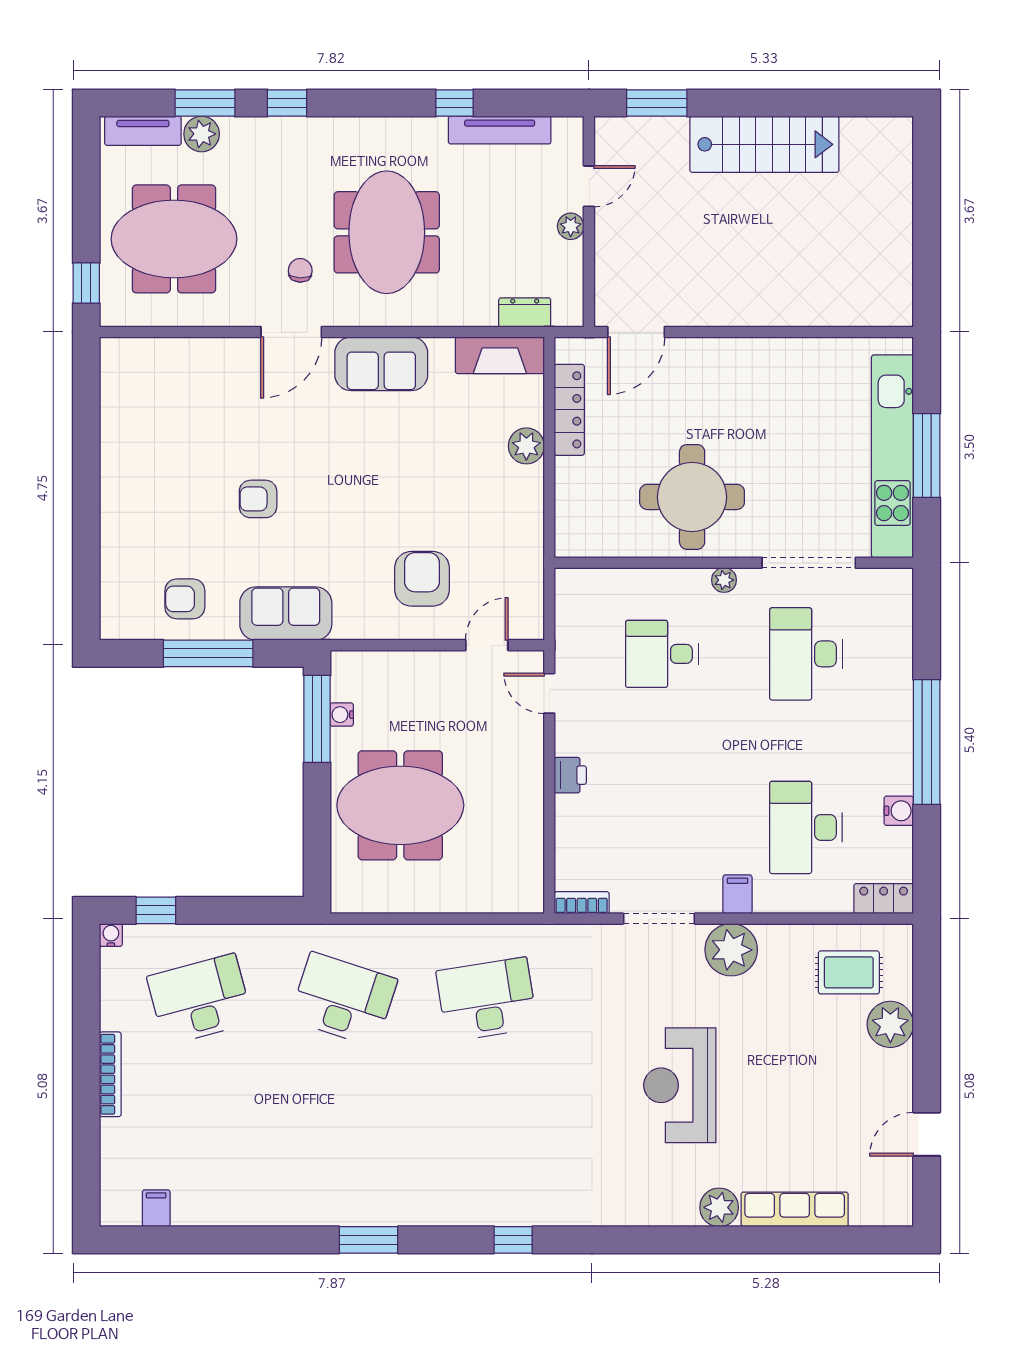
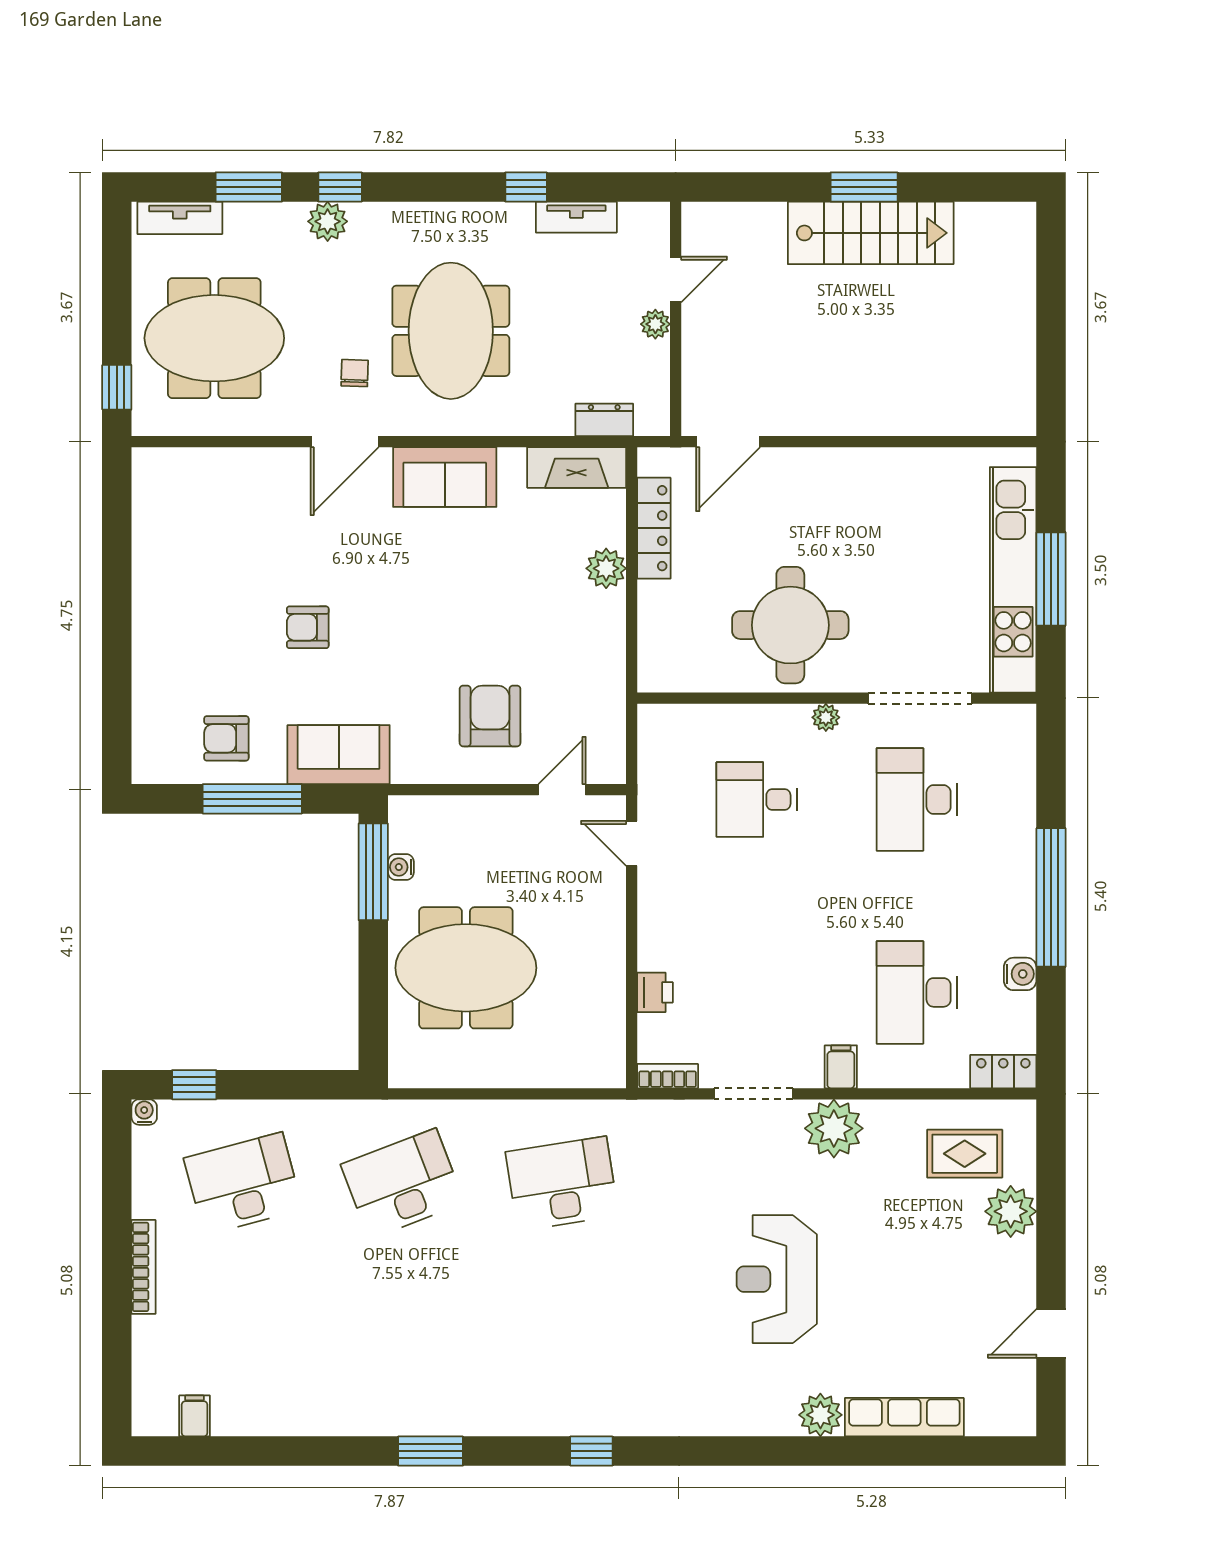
window: (657, 103) -> (864, 187), moved
tv unit: (500, 130) -> (576, 217), width x0.71
plant: (202, 134) -> (328, 221), moved
printer: (570, 775) -> (655, 992), moved
desk: (343, 999) -> (403, 1184), turned -39

